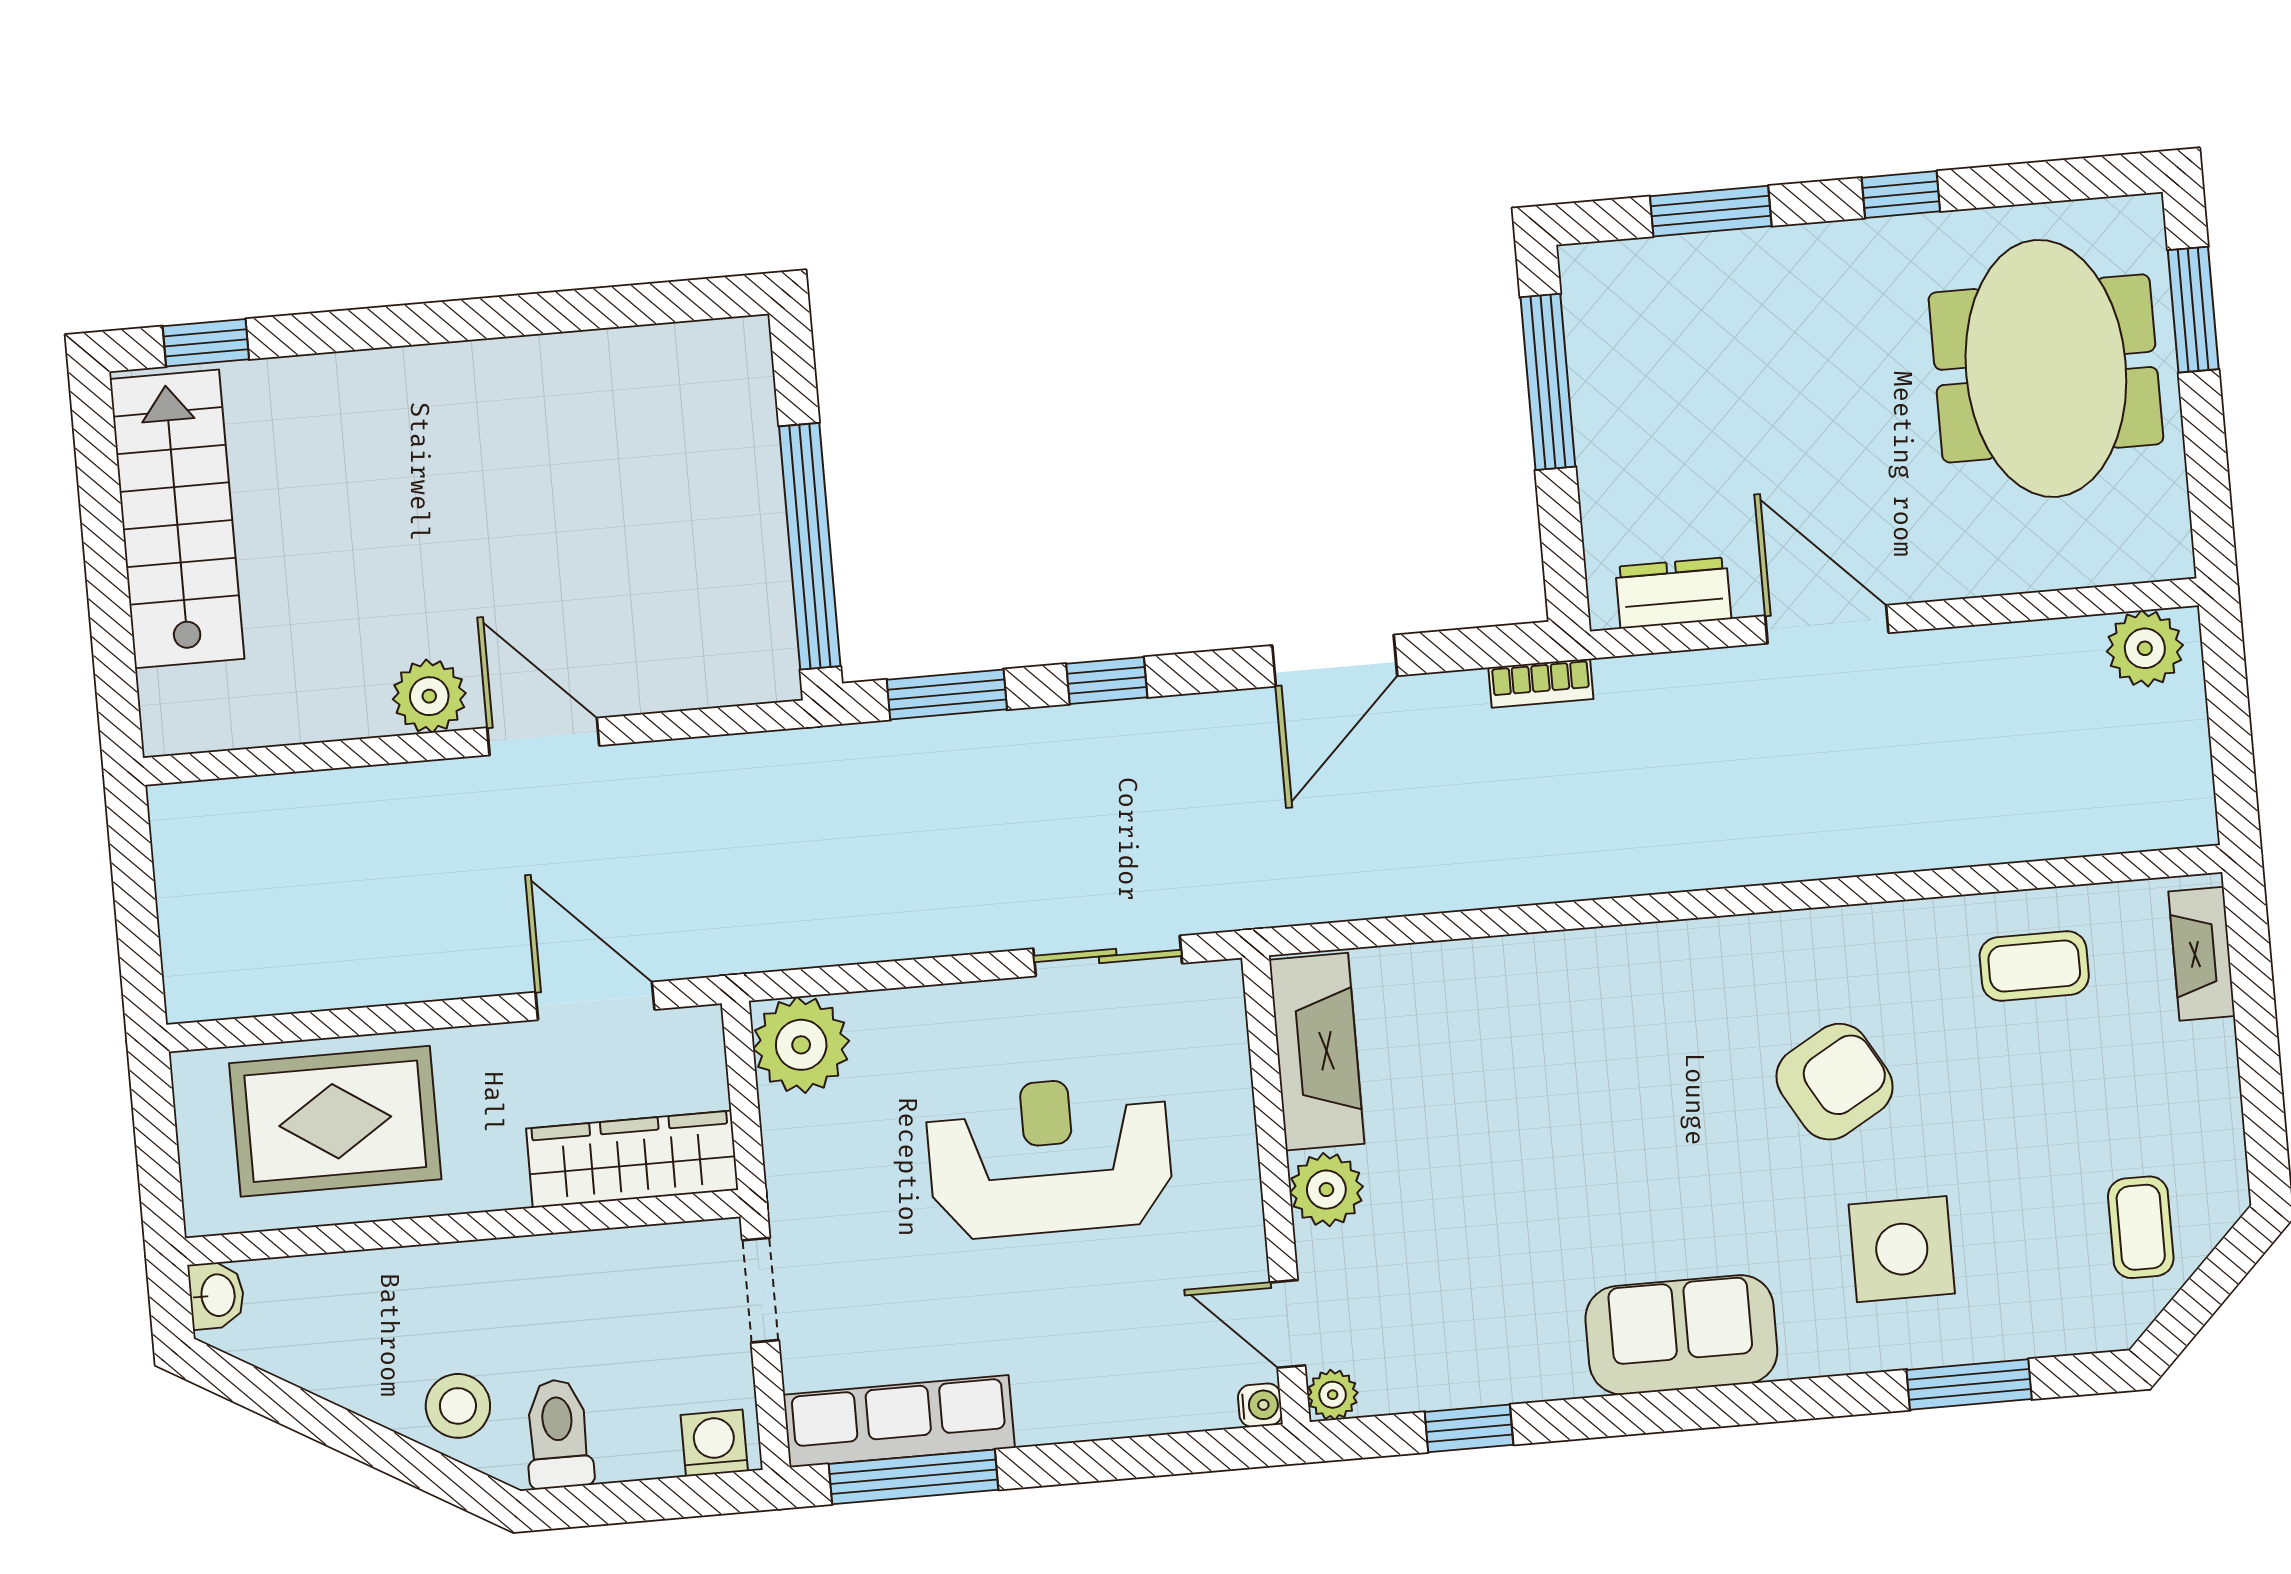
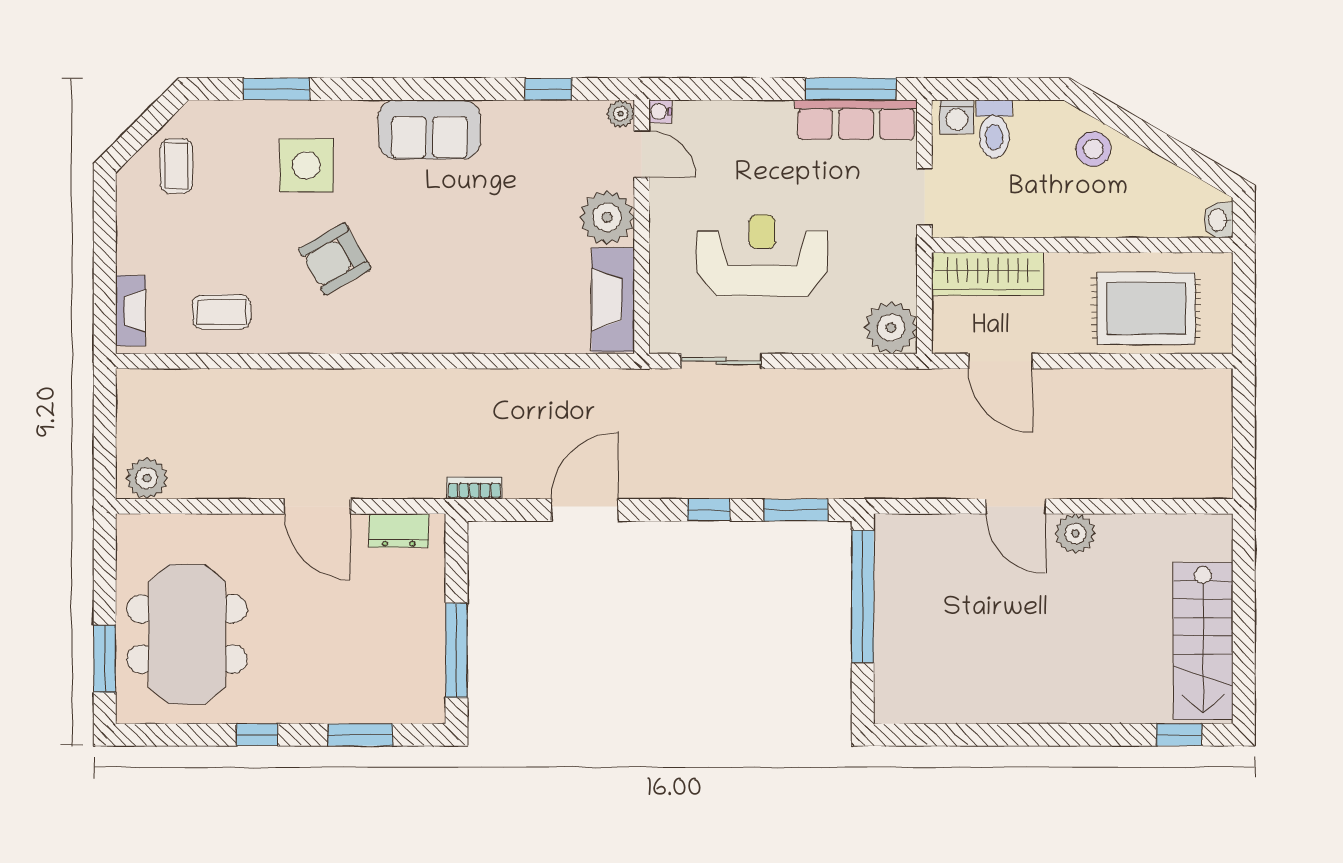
reception desk: (1049, 1157) -> (762, 256), turned 180
plant: (1326, 1190) -> (607, 217), width x1.36, depth x1.36
toilet: (558, 1434) -> (994, 129), moved

